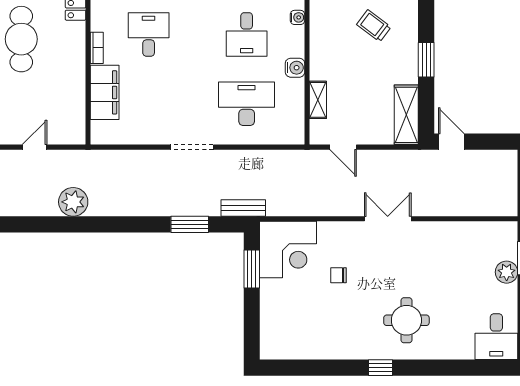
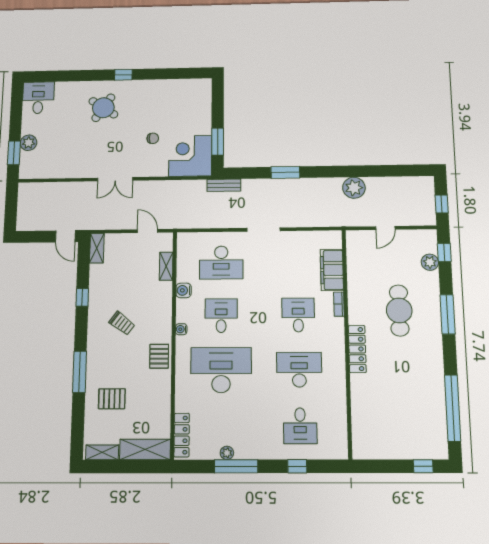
desk: (149, 34) -> (298, 315), turned 180
window: (426, 60) -> (82, 297), width x0.67
shelving: (406, 115) -> (97, 248), width x0.67, depth x0.75
window: (190, 224) -> (285, 172), moved
round table: (406, 320) -> (103, 108), turned 34

